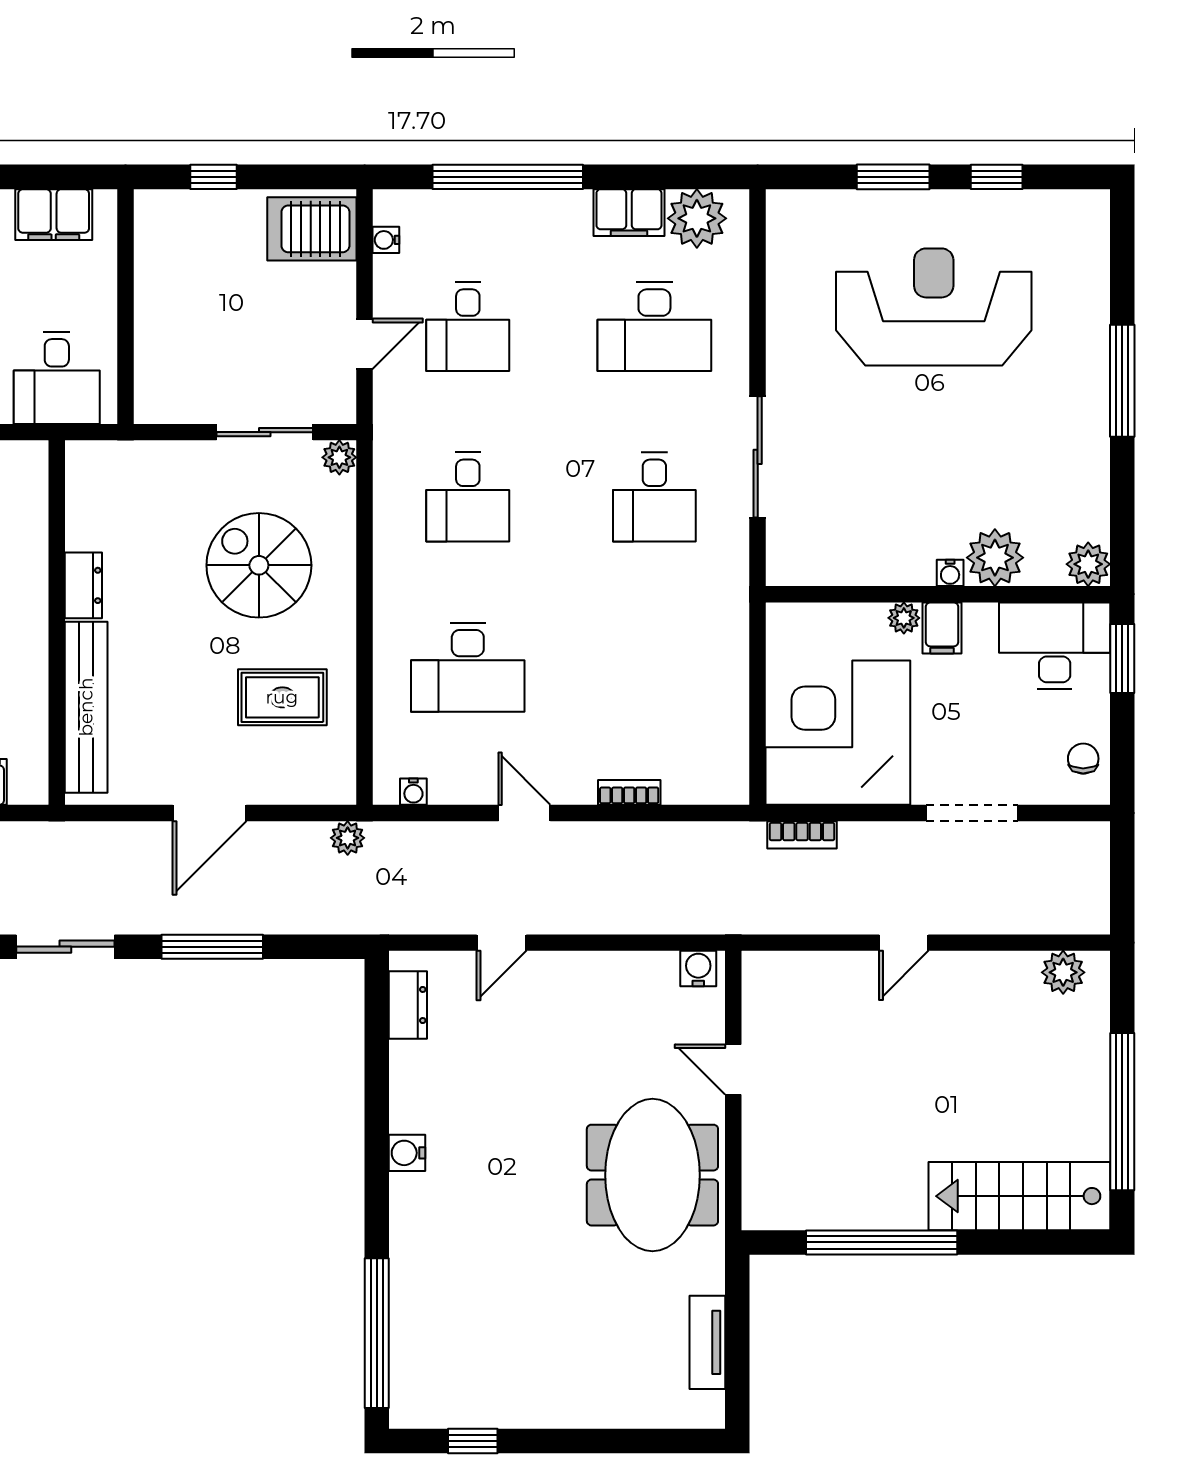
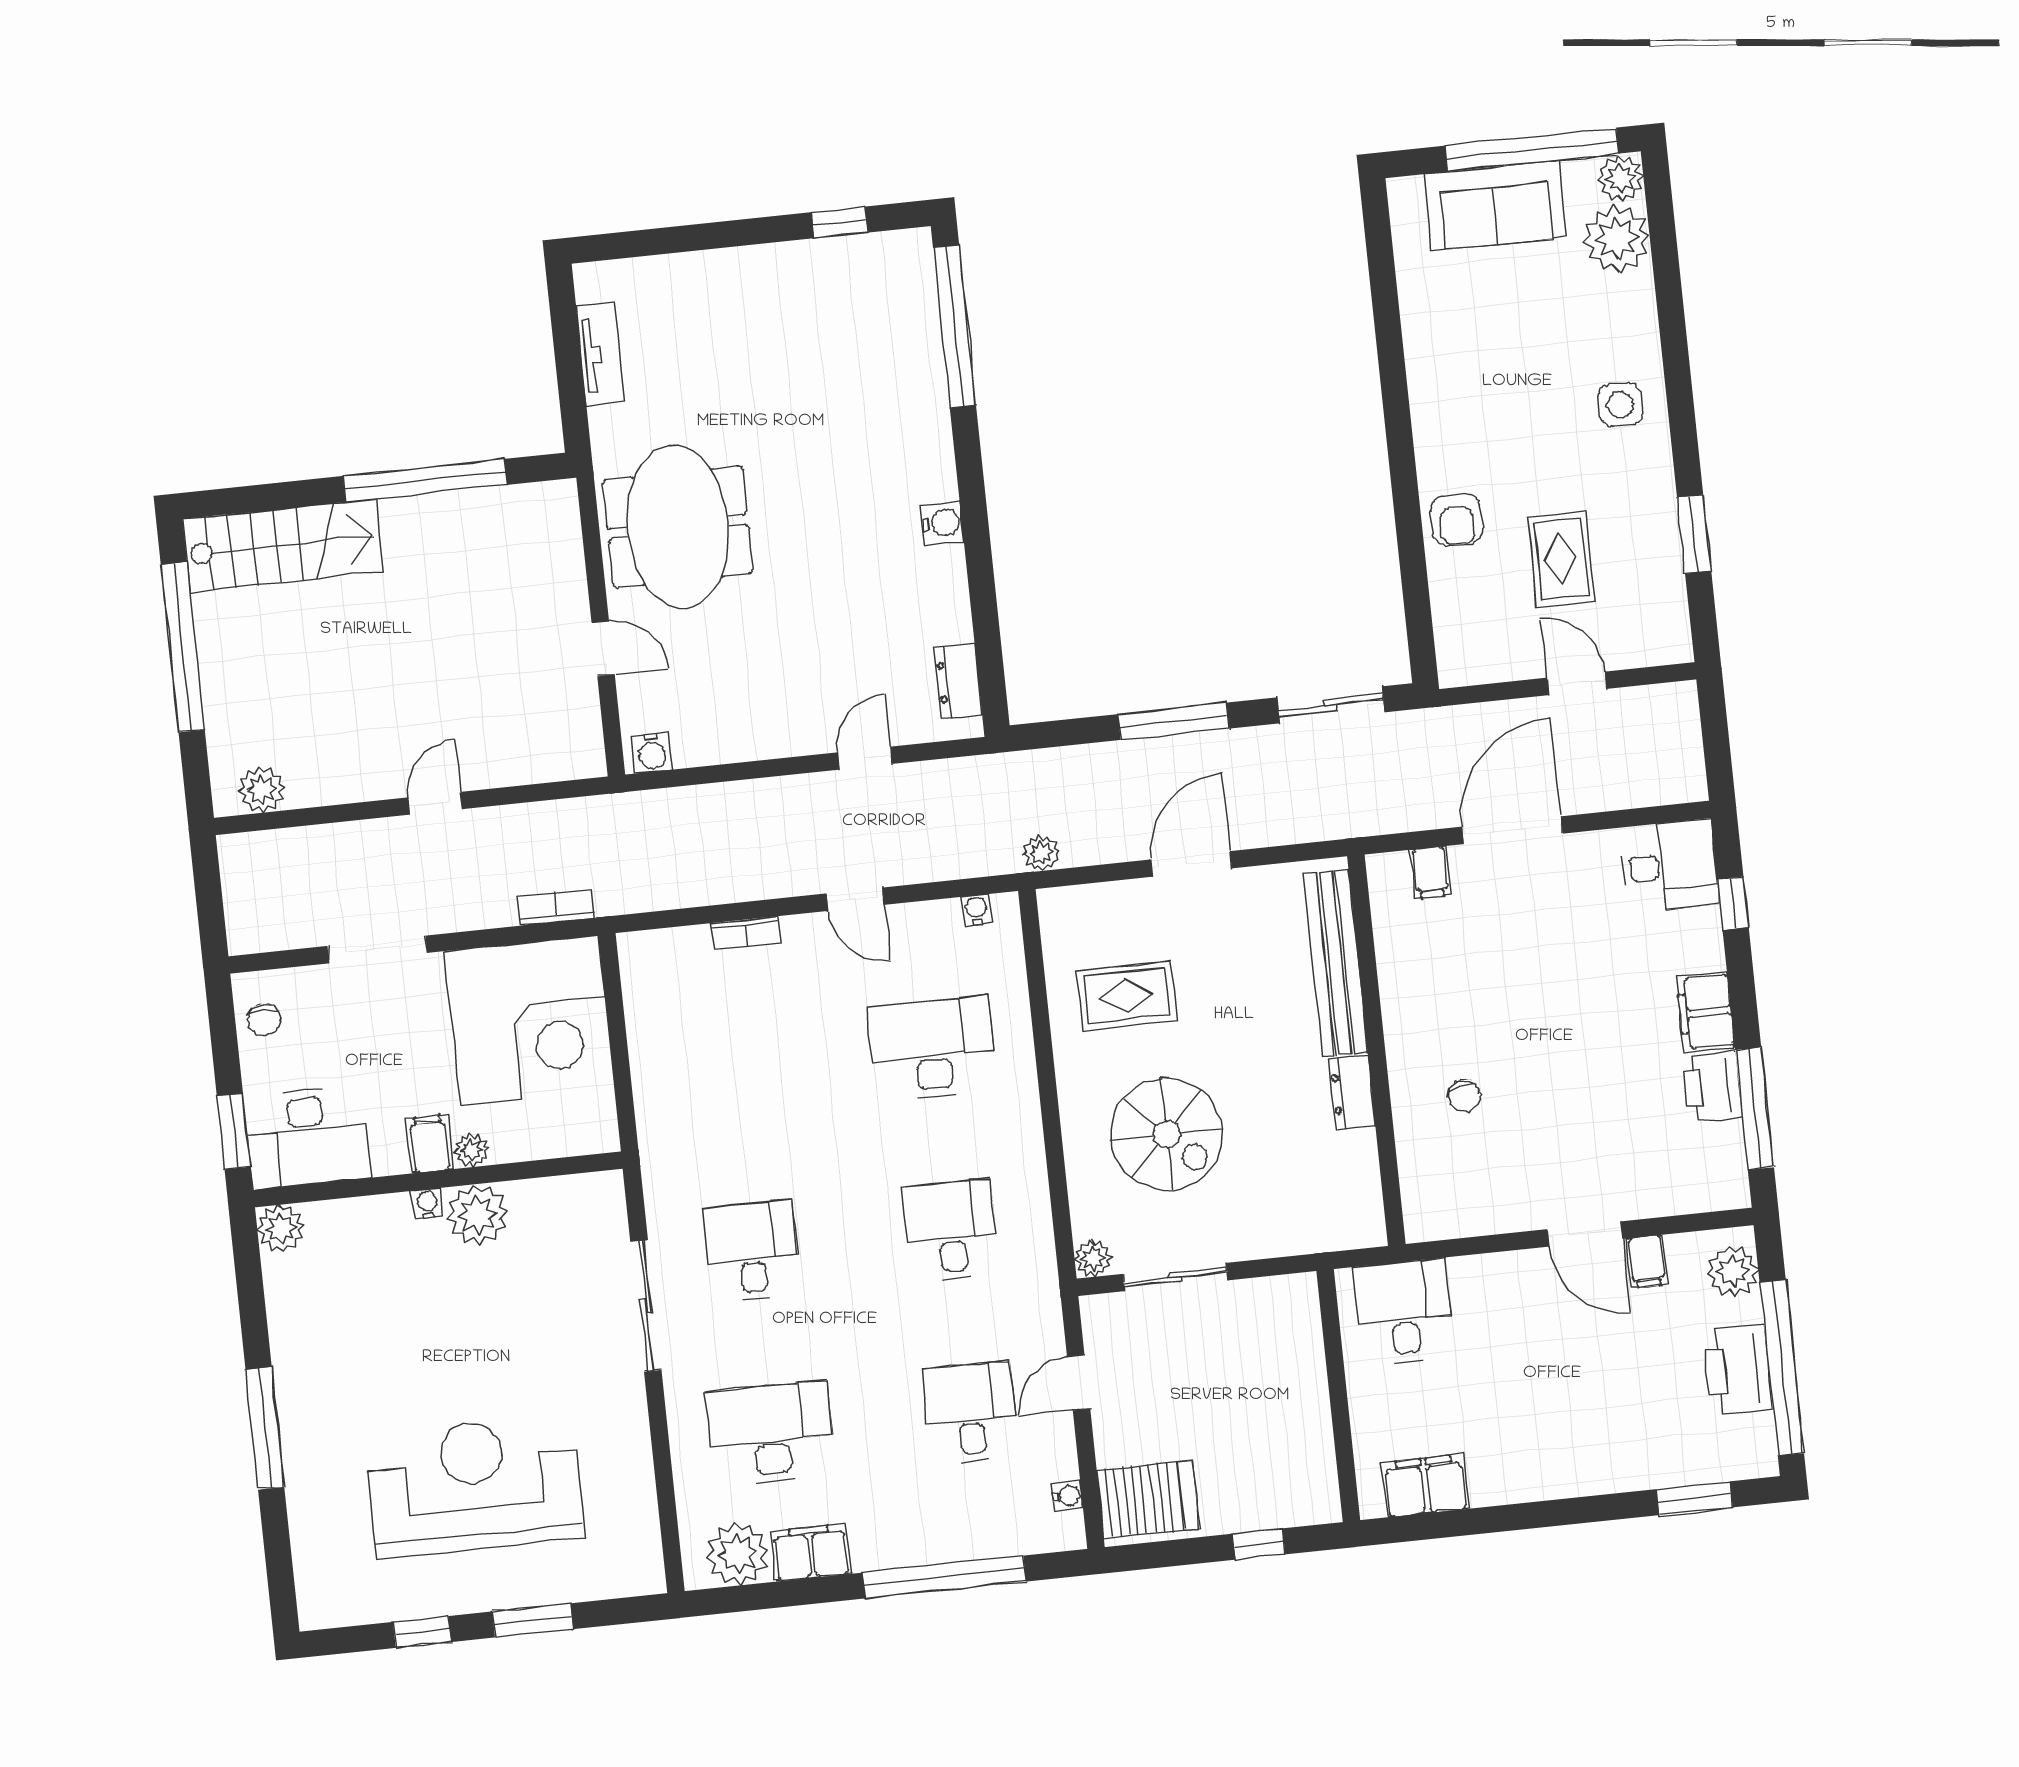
reception desk: (934, 307) -> (475, 1486), turned 180
plant: (995, 558) -> (477, 1215), moved

